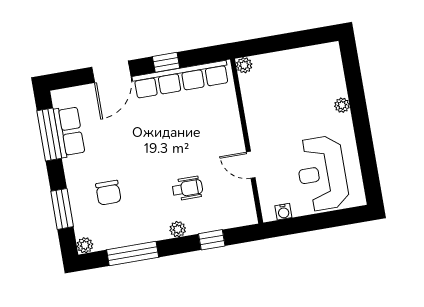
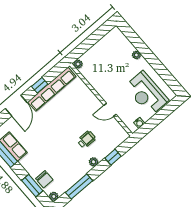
chair: (108, 193) -> (44, 179), moved

